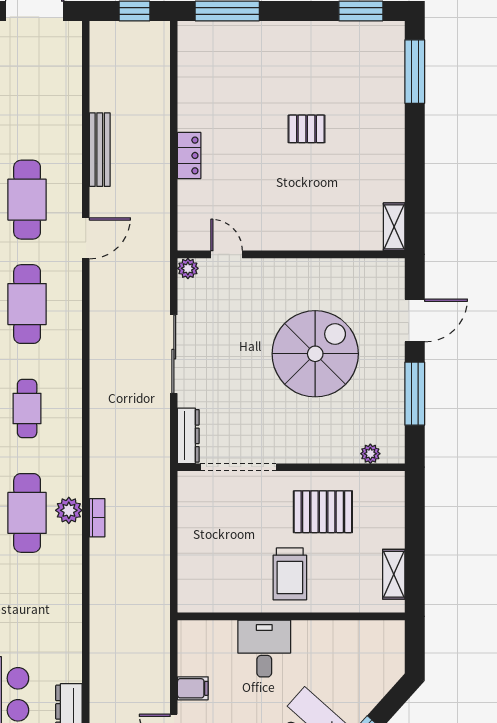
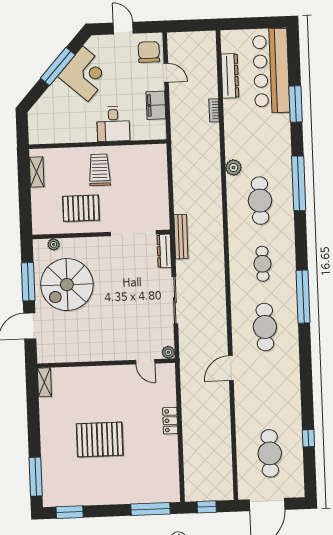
pallet: (307, 129) -> (100, 439), width x2.05, depth x2.00
bench: (100, 150) -> (181, 237), moved
cafe table: (27, 200) -> (270, 453), moved
spiral stairs: (315, 354) -> (67, 285), moved
plant: (69, 510) -> (233, 167), moved
bookcase: (97, 518) -> (214, 110), moved
filing cabinet: (193, 688) -> (156, 105), width x2.00

